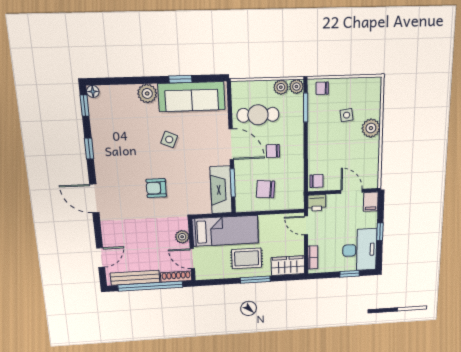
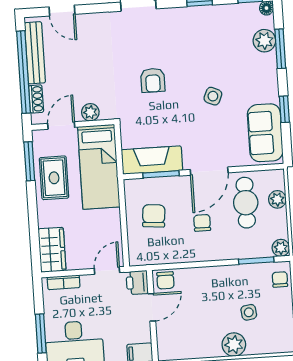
window: (128, 81) -> (280, 49), added
plant: (281, 87) -> (277, 199), moved
plant: (147, 93) -> (264, 41), moved
sofa: (192, 97) -> (265, 133), width x0.73
armchair: (156, 188) -> (153, 80), turned 180
door: (352, 191) -> (152, 307), moved
rug: (247, 258) -> (54, 178), moved
window: (350, 274) -> (41, 333), width x1.50
shoe rack: (176, 277) -> (36, 99), width x0.70
window: (255, 280) -> (29, 161), moved

